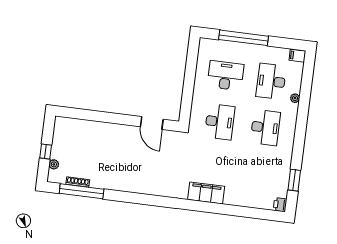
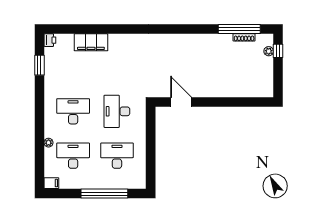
desk: (225, 76) -> (117, 156), turned 180
desk: (271, 81) -> (73, 156), turned -90
desk: (265, 128) -> (73, 111), turned 90
window: (46, 151) -> (278, 51), moved
filing cabinet: (206, 193) -> (91, 42), moved

